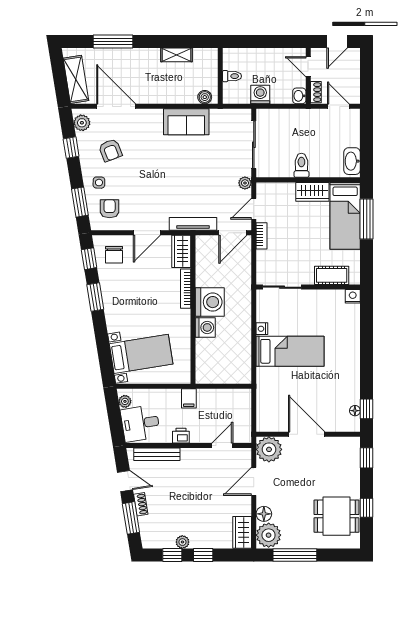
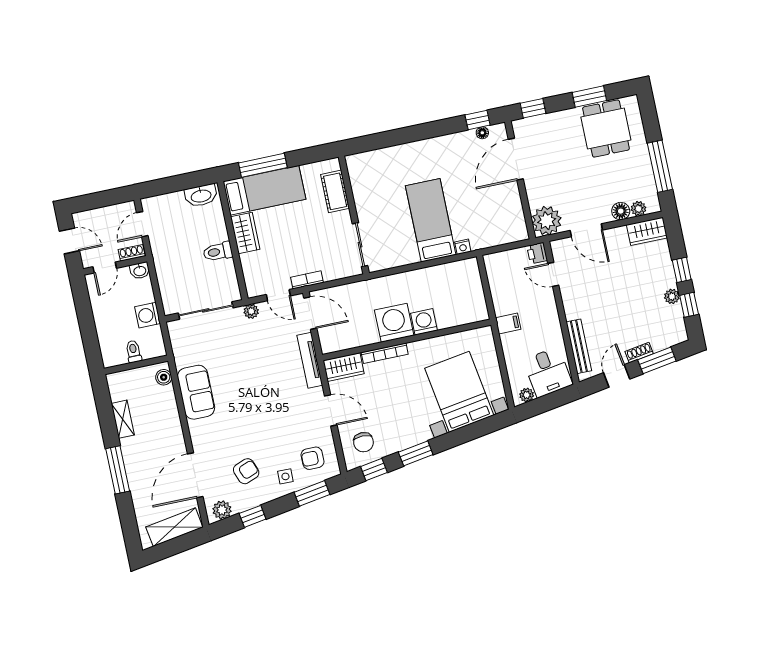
window: (113, 42) -> (118, 470), moved
chair: (114, 255) -> (363, 442), turned 90
nightstand: (353, 296) -> (354, 162), removed
nightstand: (262, 329) -> (463, 247), moved
bed with nightstands: (141, 354) -> (459, 392), width x1.36
door: (307, 434) -> (516, 159), moved
printer: (181, 436) -> (537, 253), moved
window: (367, 508) -> (589, 96), width x1.50
plant: (269, 535) -> (639, 209), width x0.53, depth x0.53

